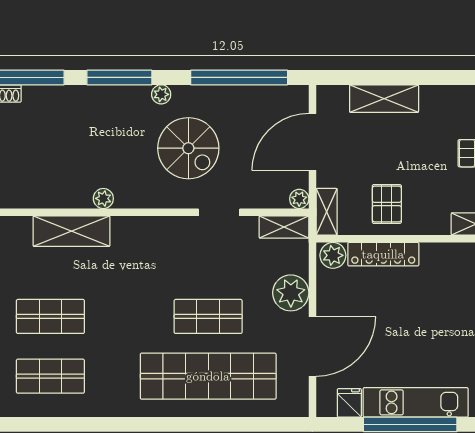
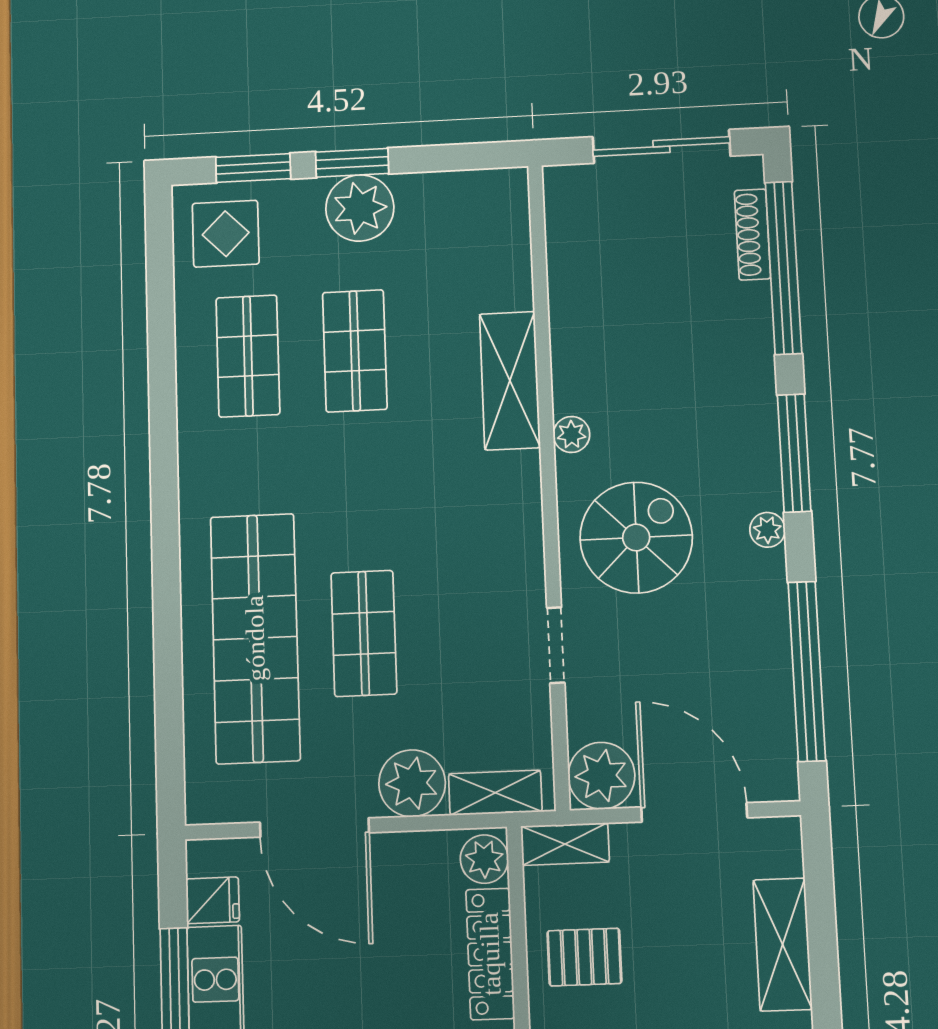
spiral stairs: (188, 148) -> (636, 538), moved, turned 180
plant: (299, 199) -> (601, 776), width x1.87, depth x1.87
shelving: (284, 227) -> (495, 793), moved, turned 90

